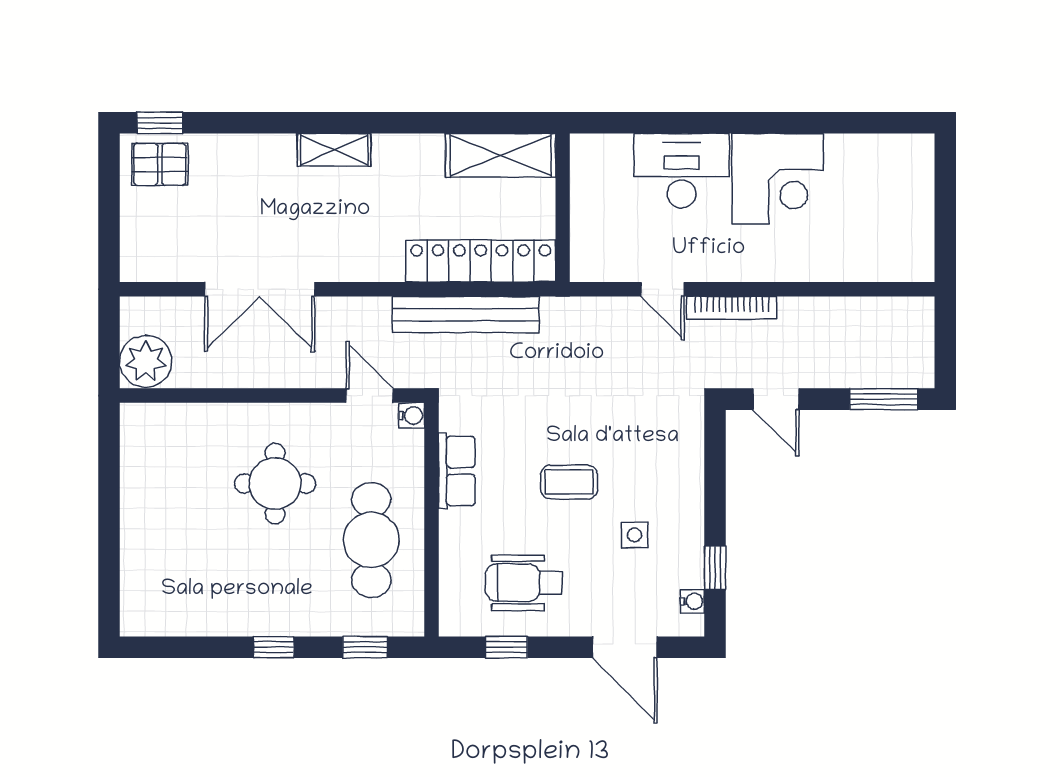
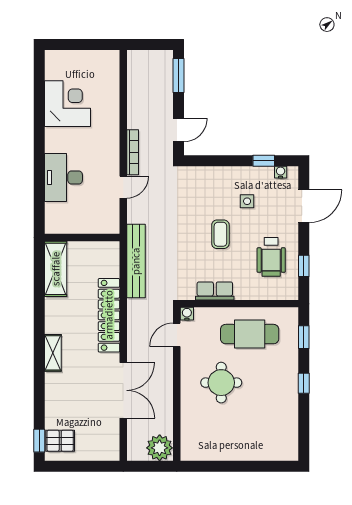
pallet: (160, 164) -> (60, 441), turned 90
corner desk: (778, 179) -> (67, 104), moved
locker: (481, 261) -> (109, 315), moved
bench: (466, 315) -> (136, 261), moved

